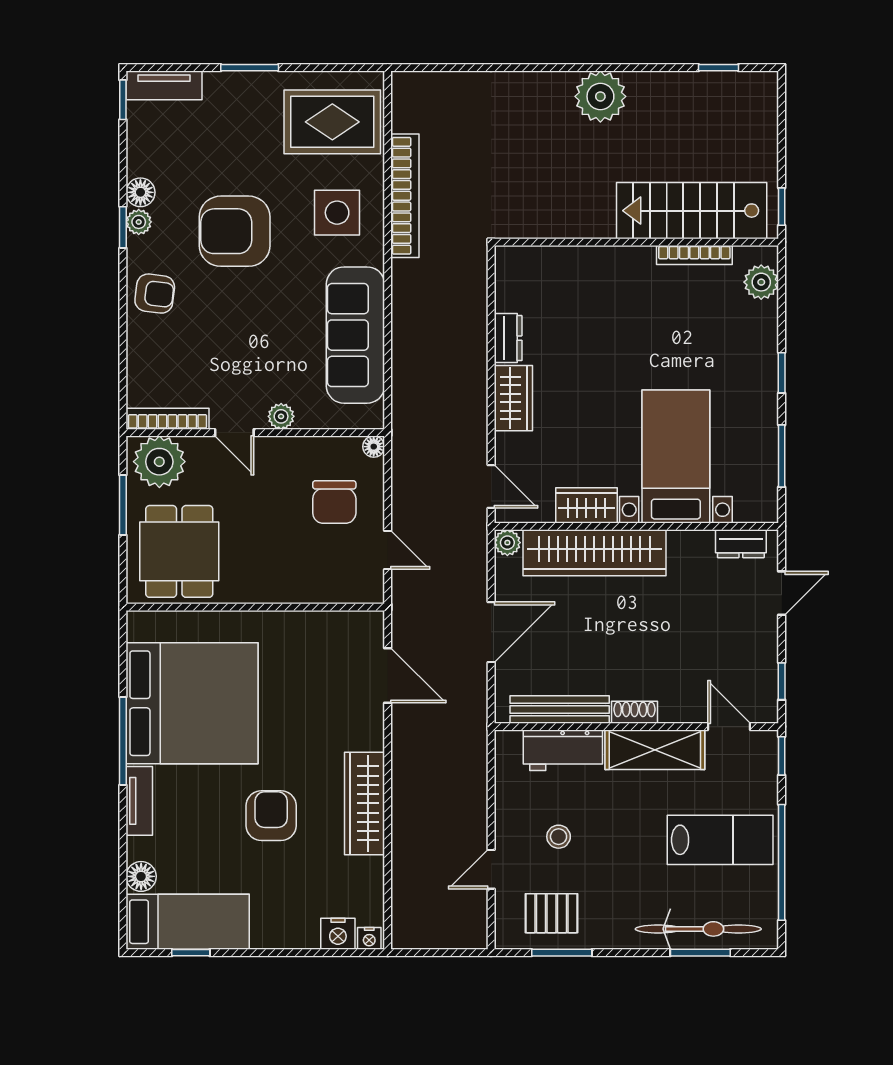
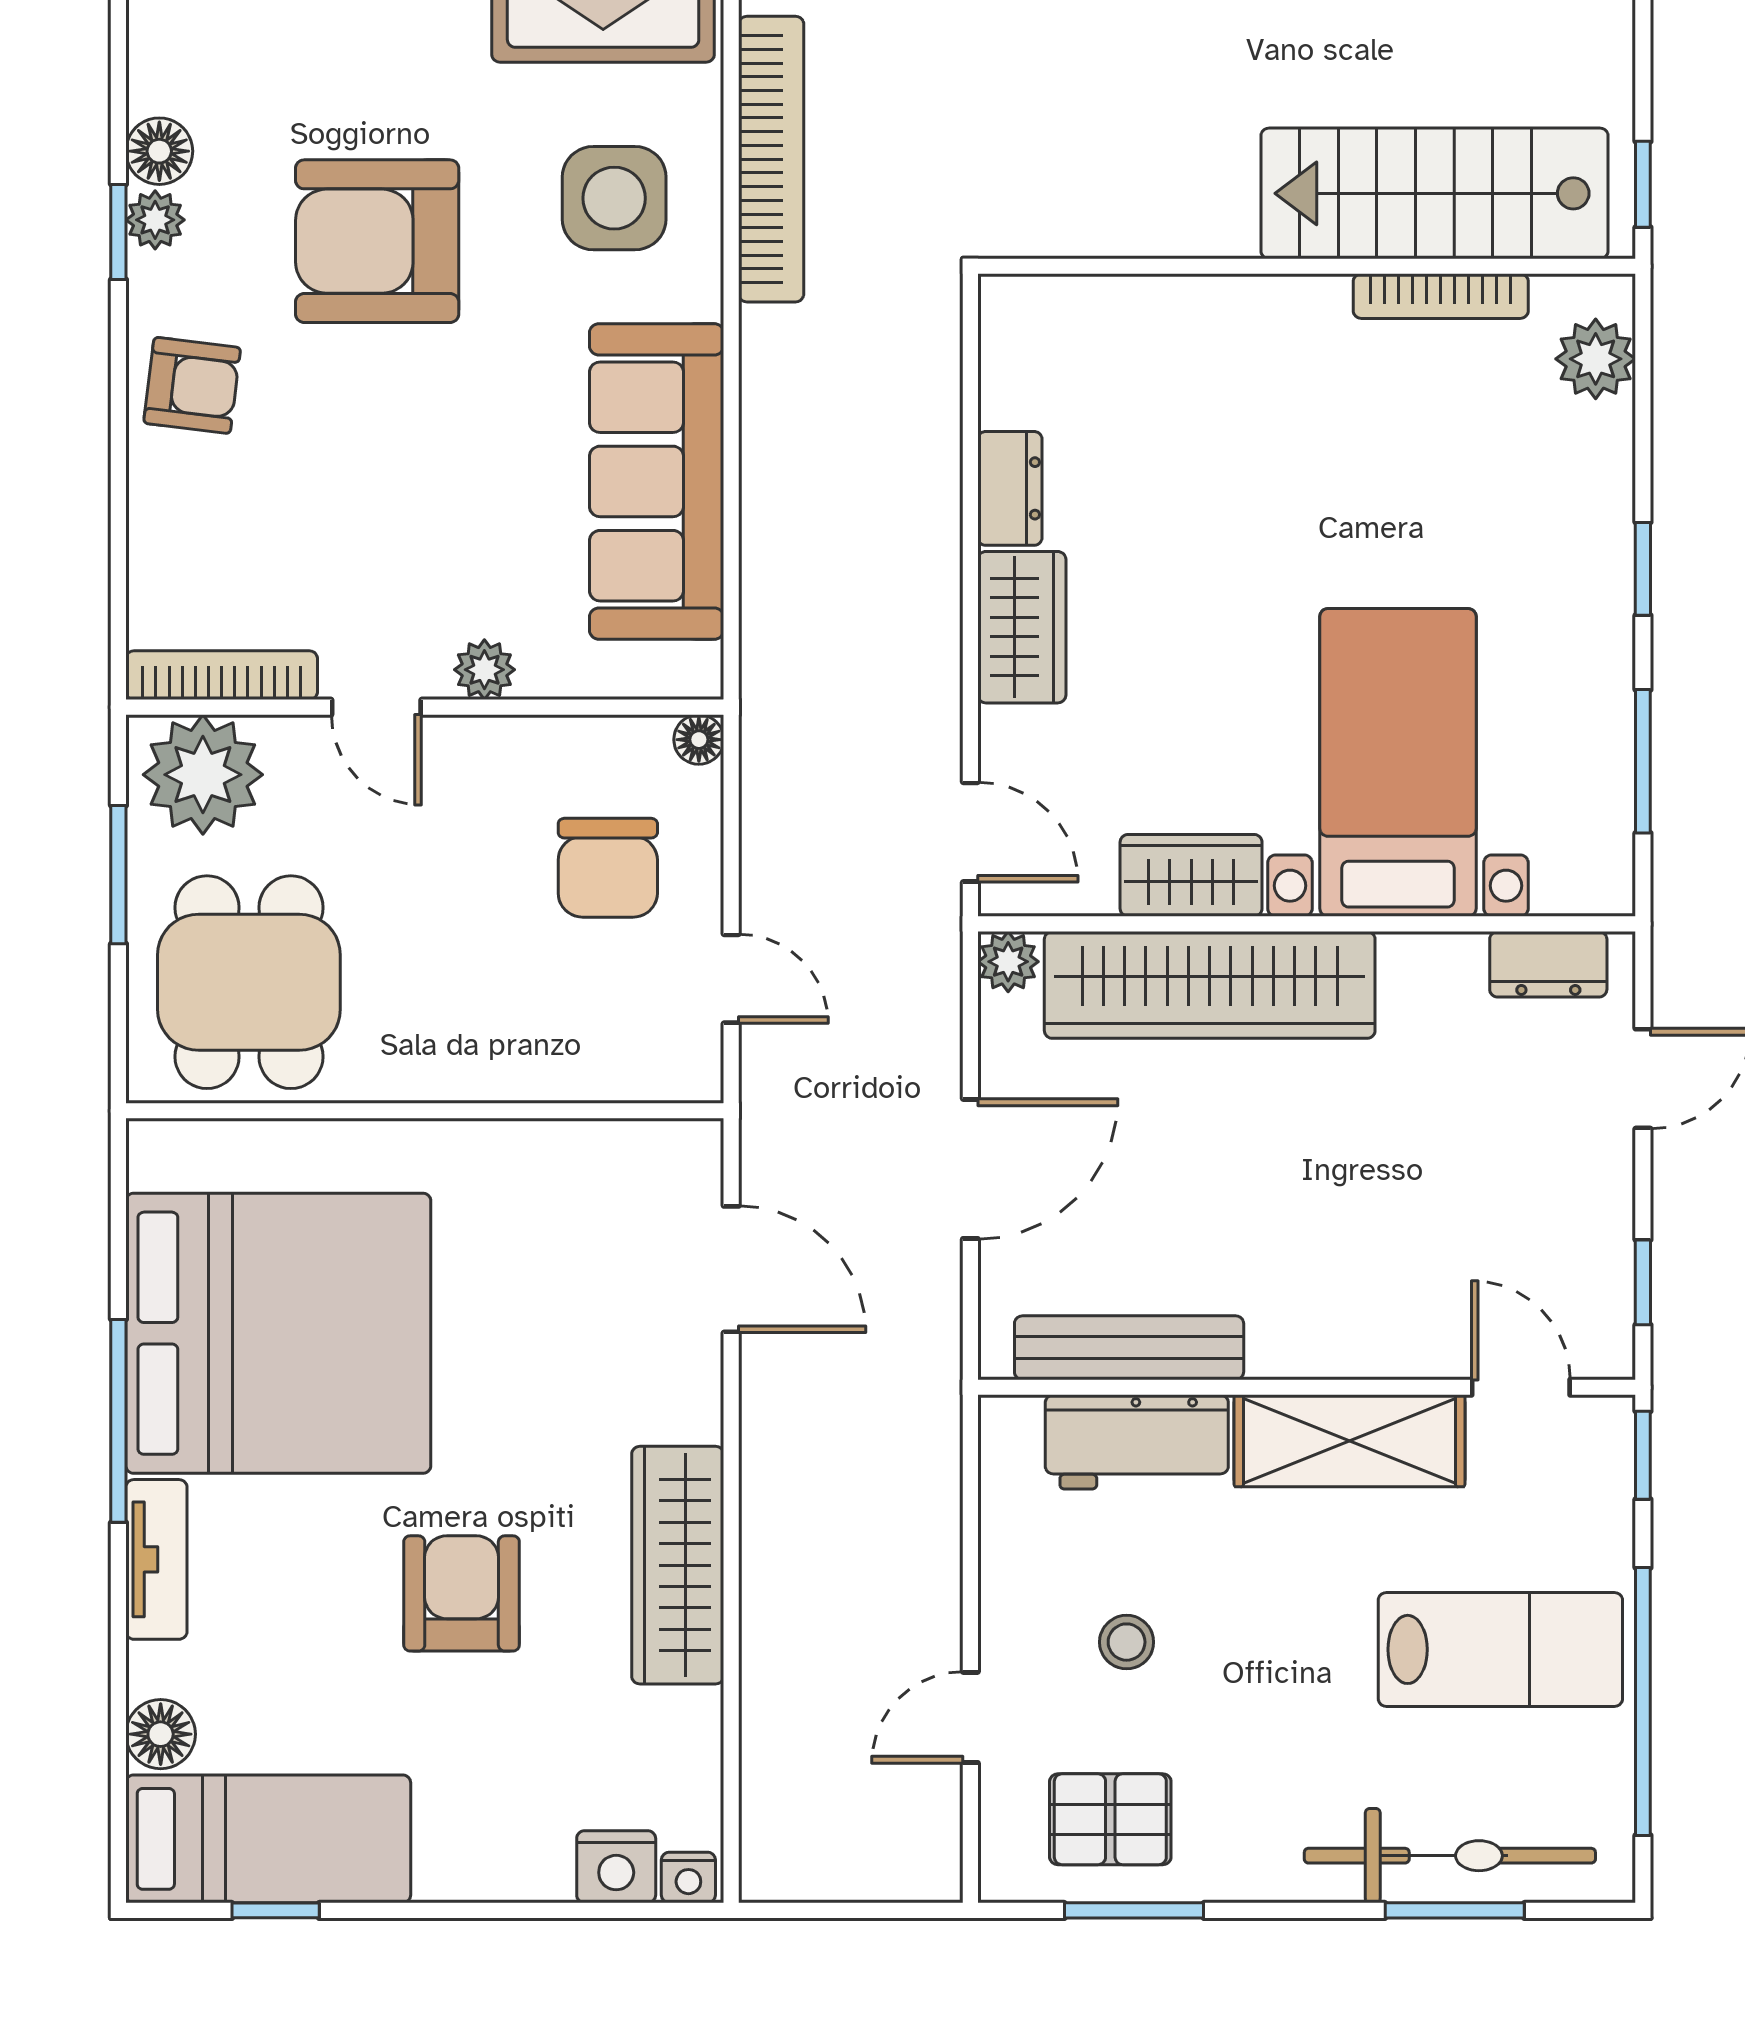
shoe rack: (635, 712) -> (1302, 1354), removed

